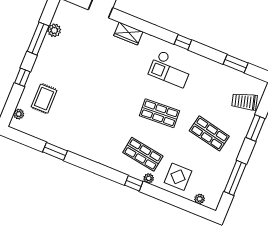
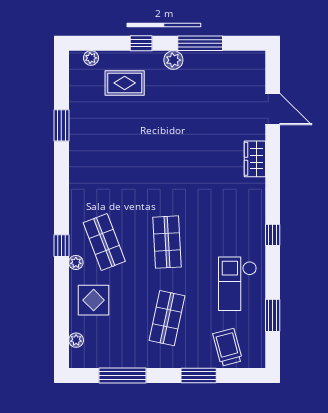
plant: (54, 30) -> (173, 60), moved
checkout: (170, 69) -> (237, 284), moved
shop shelf: (143, 154) -> (104, 242), turned -30

